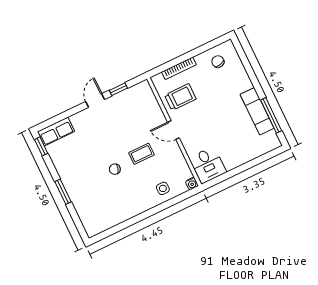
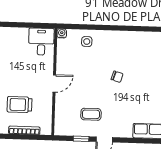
trolley: (180, 97) -> (19, 105), moved
door: (173, 130) -> (54, 84), hinge flipped
coffee table: (141, 154) -> (91, 114), moved

